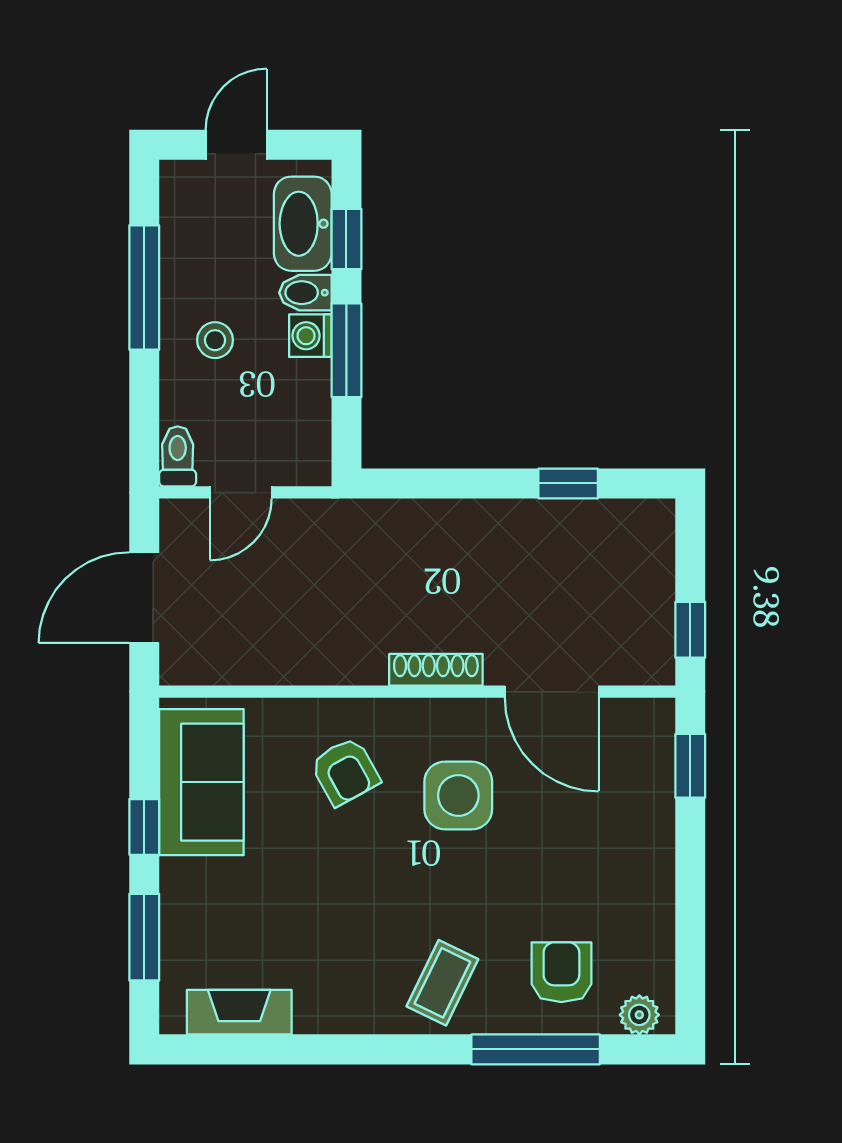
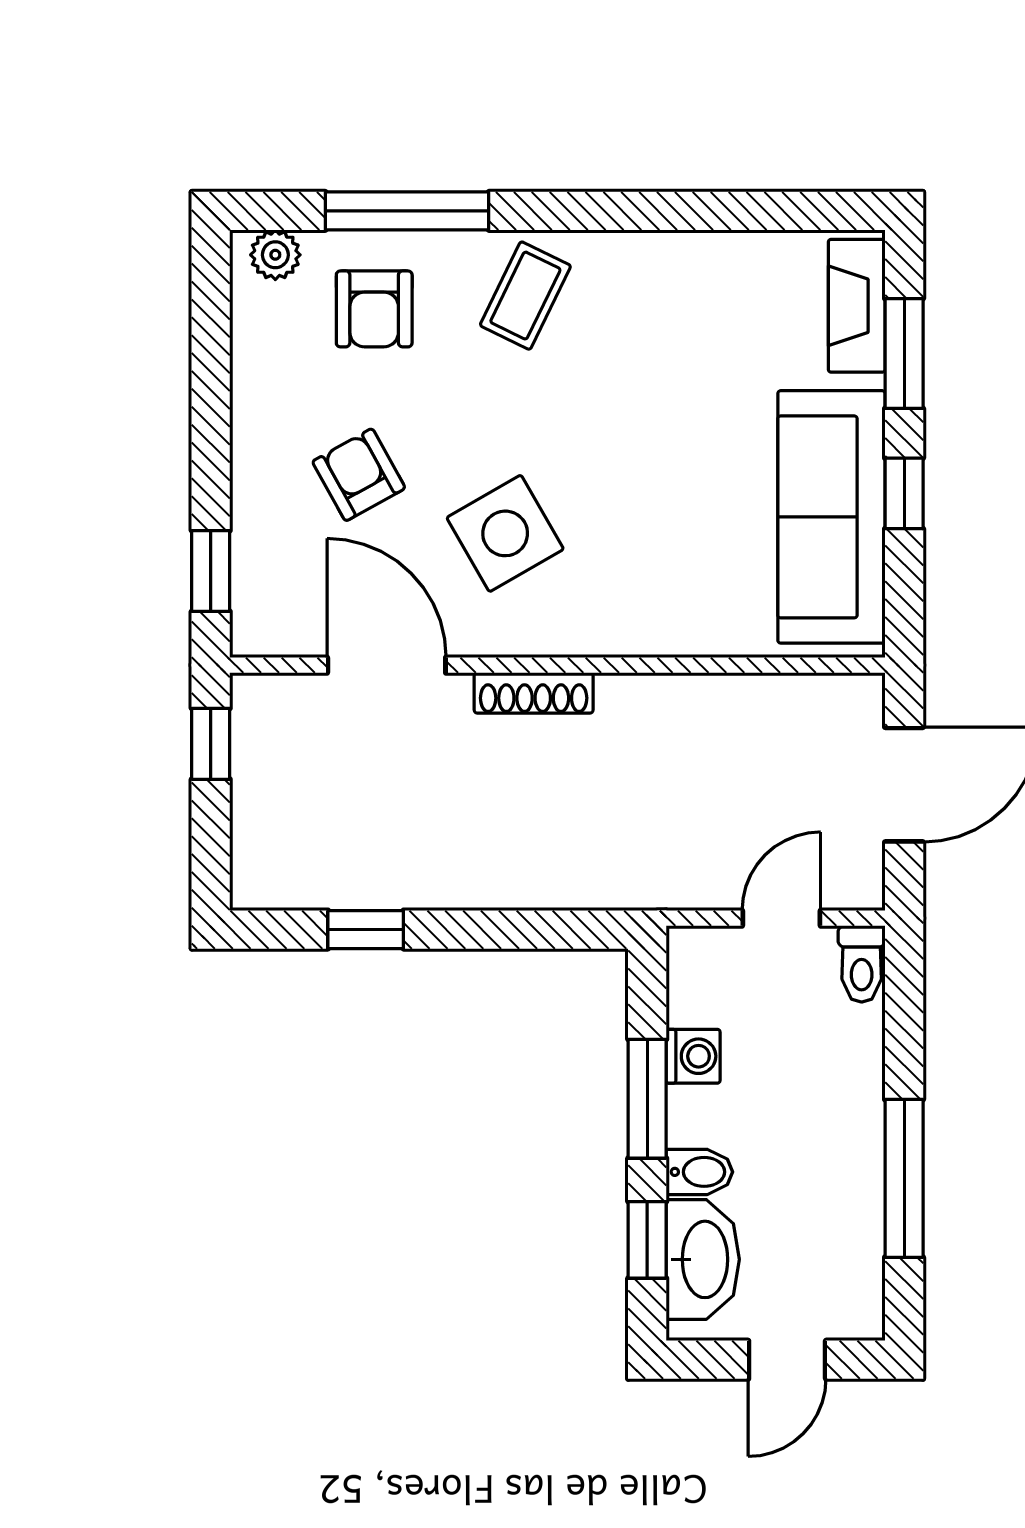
washing machine: (310, 336) -> (693, 1056), moved
stool: (215, 340) -> (814, 1112), removed
armchair: (345, 771) -> (359, 475), moved
sofa: (201, 782) -> (831, 517), width x1.36
side table: (458, 795) -> (505, 533), turned -30
fireplace: (239, 1012) -> (857, 306), moved, turned 90

